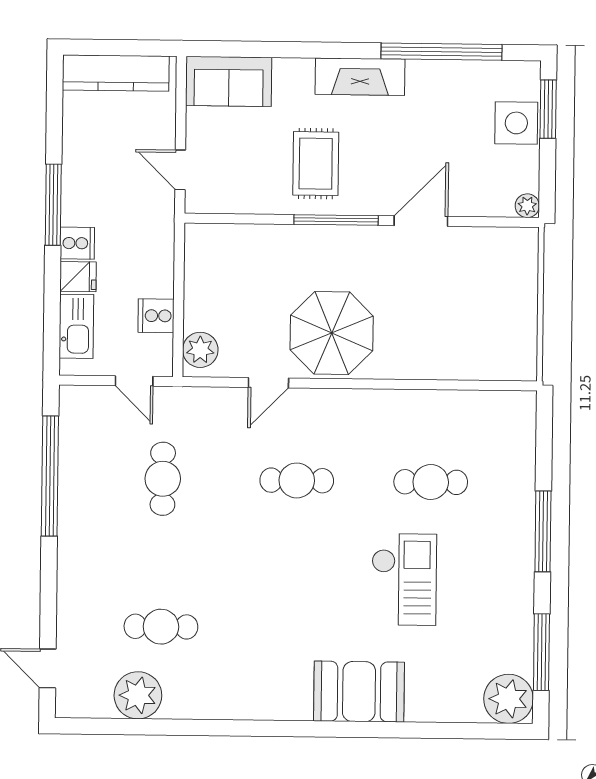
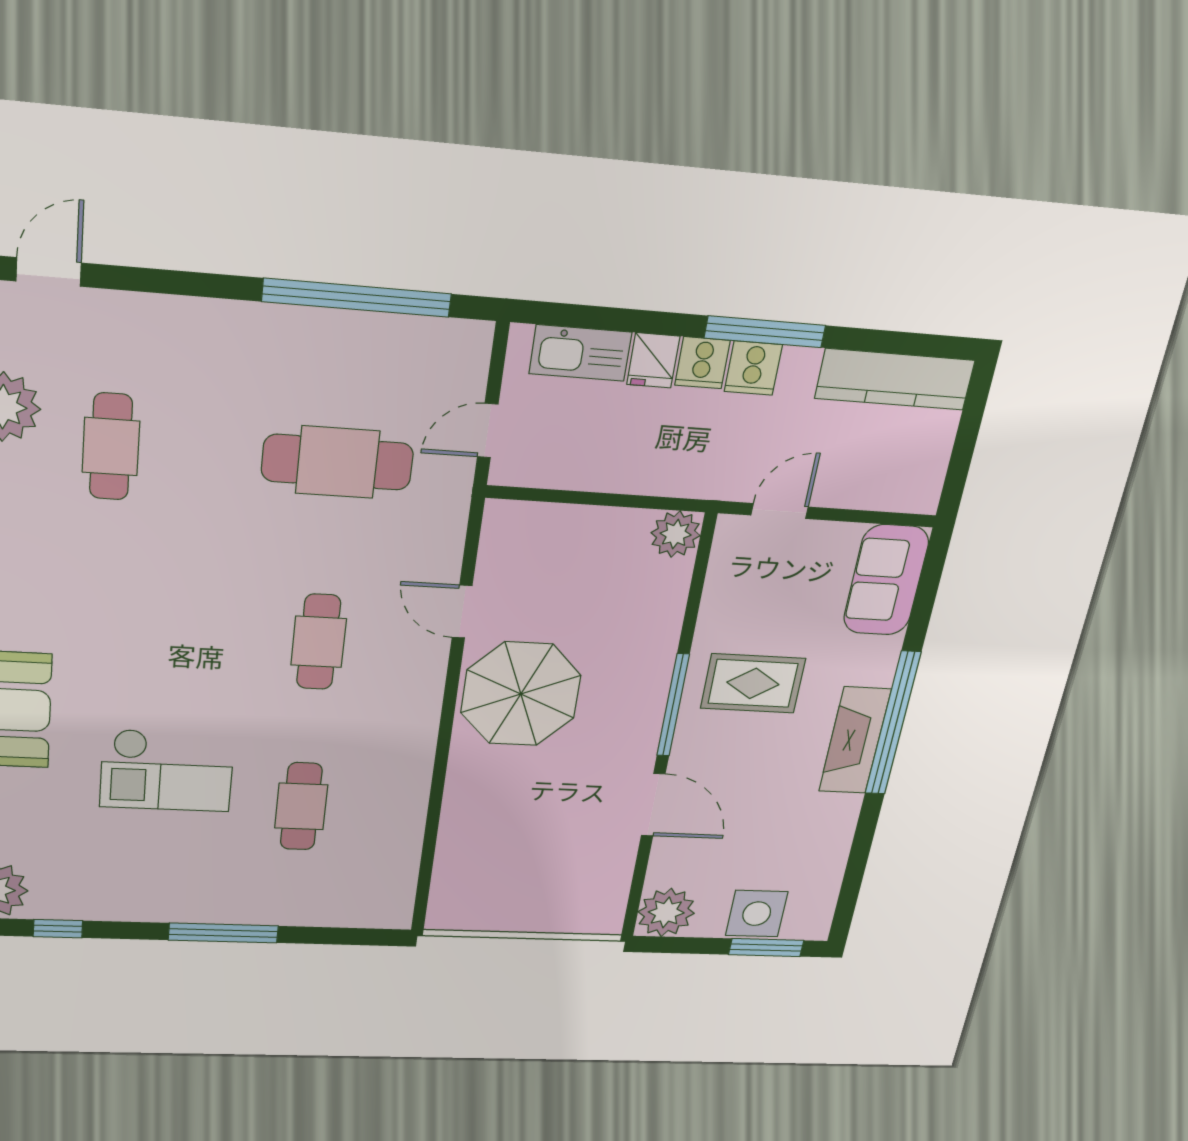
window: (441, 52) -> (893, 724), moved
kitchen counter: (116, 73) -> (895, 379), moved, turned -90
plant: (527, 206) -> (666, 912), width x1.88, depth x1.88
cooker: (156, 316) -> (753, 368), moved, turned 180
plant: (200, 350) -> (676, 534), moved
cafe table: (163, 479) -> (337, 462), width x1.37, depth x1.35
window: (541, 652) -> (58, 929), width x0.46

